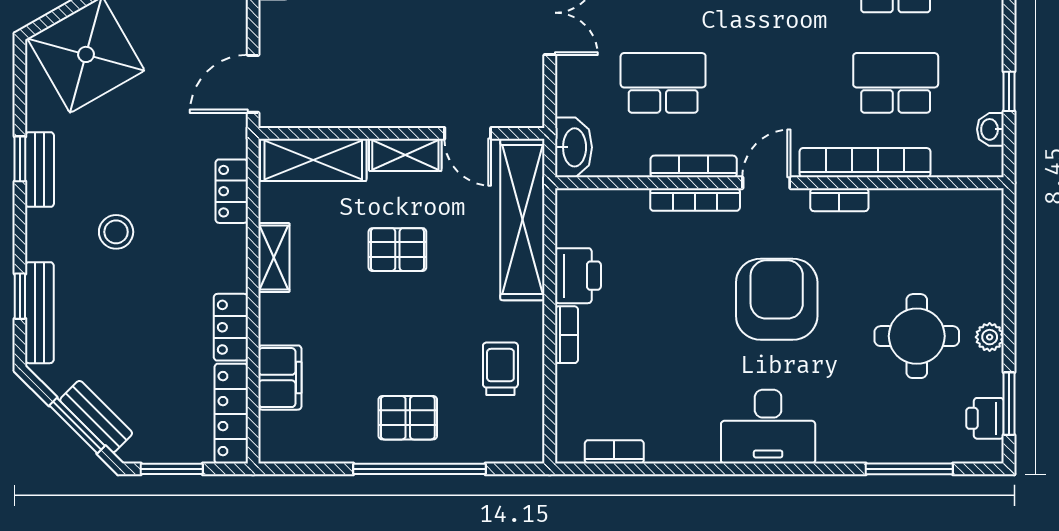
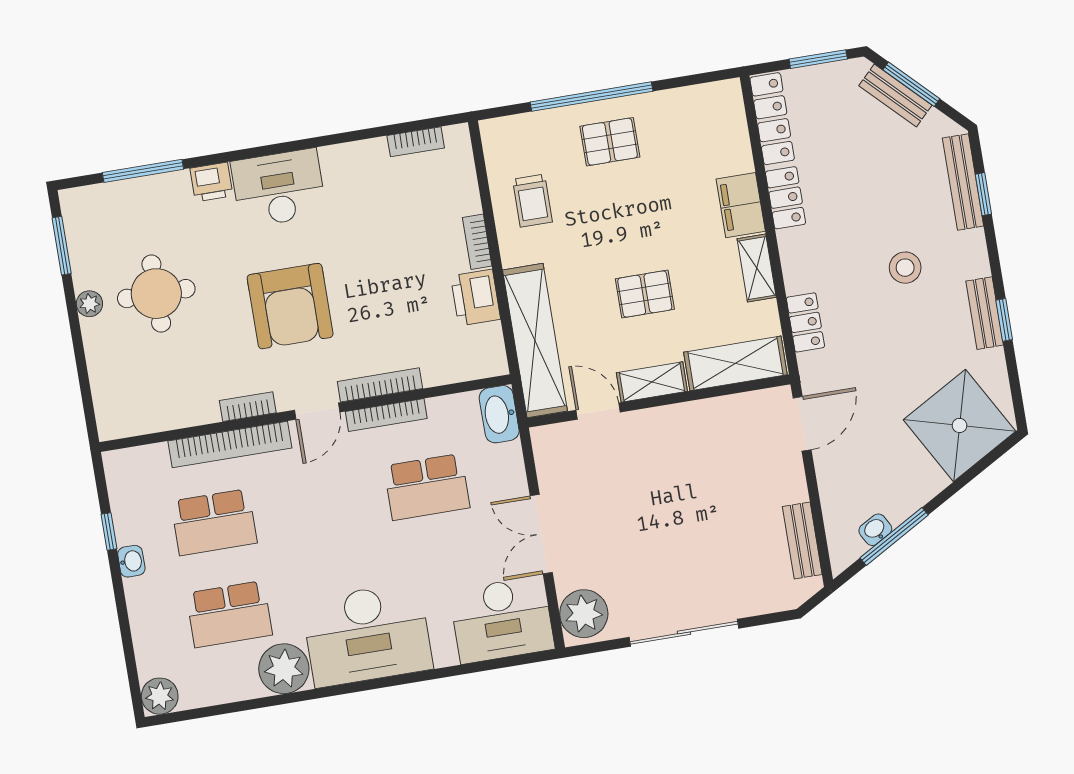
washbasin: (990, 129) -> (131, 561), moved
filing cabinet: (280, 378) -> (741, 205), moved
printer: (985, 418) -> (211, 182), moved, turned 90

